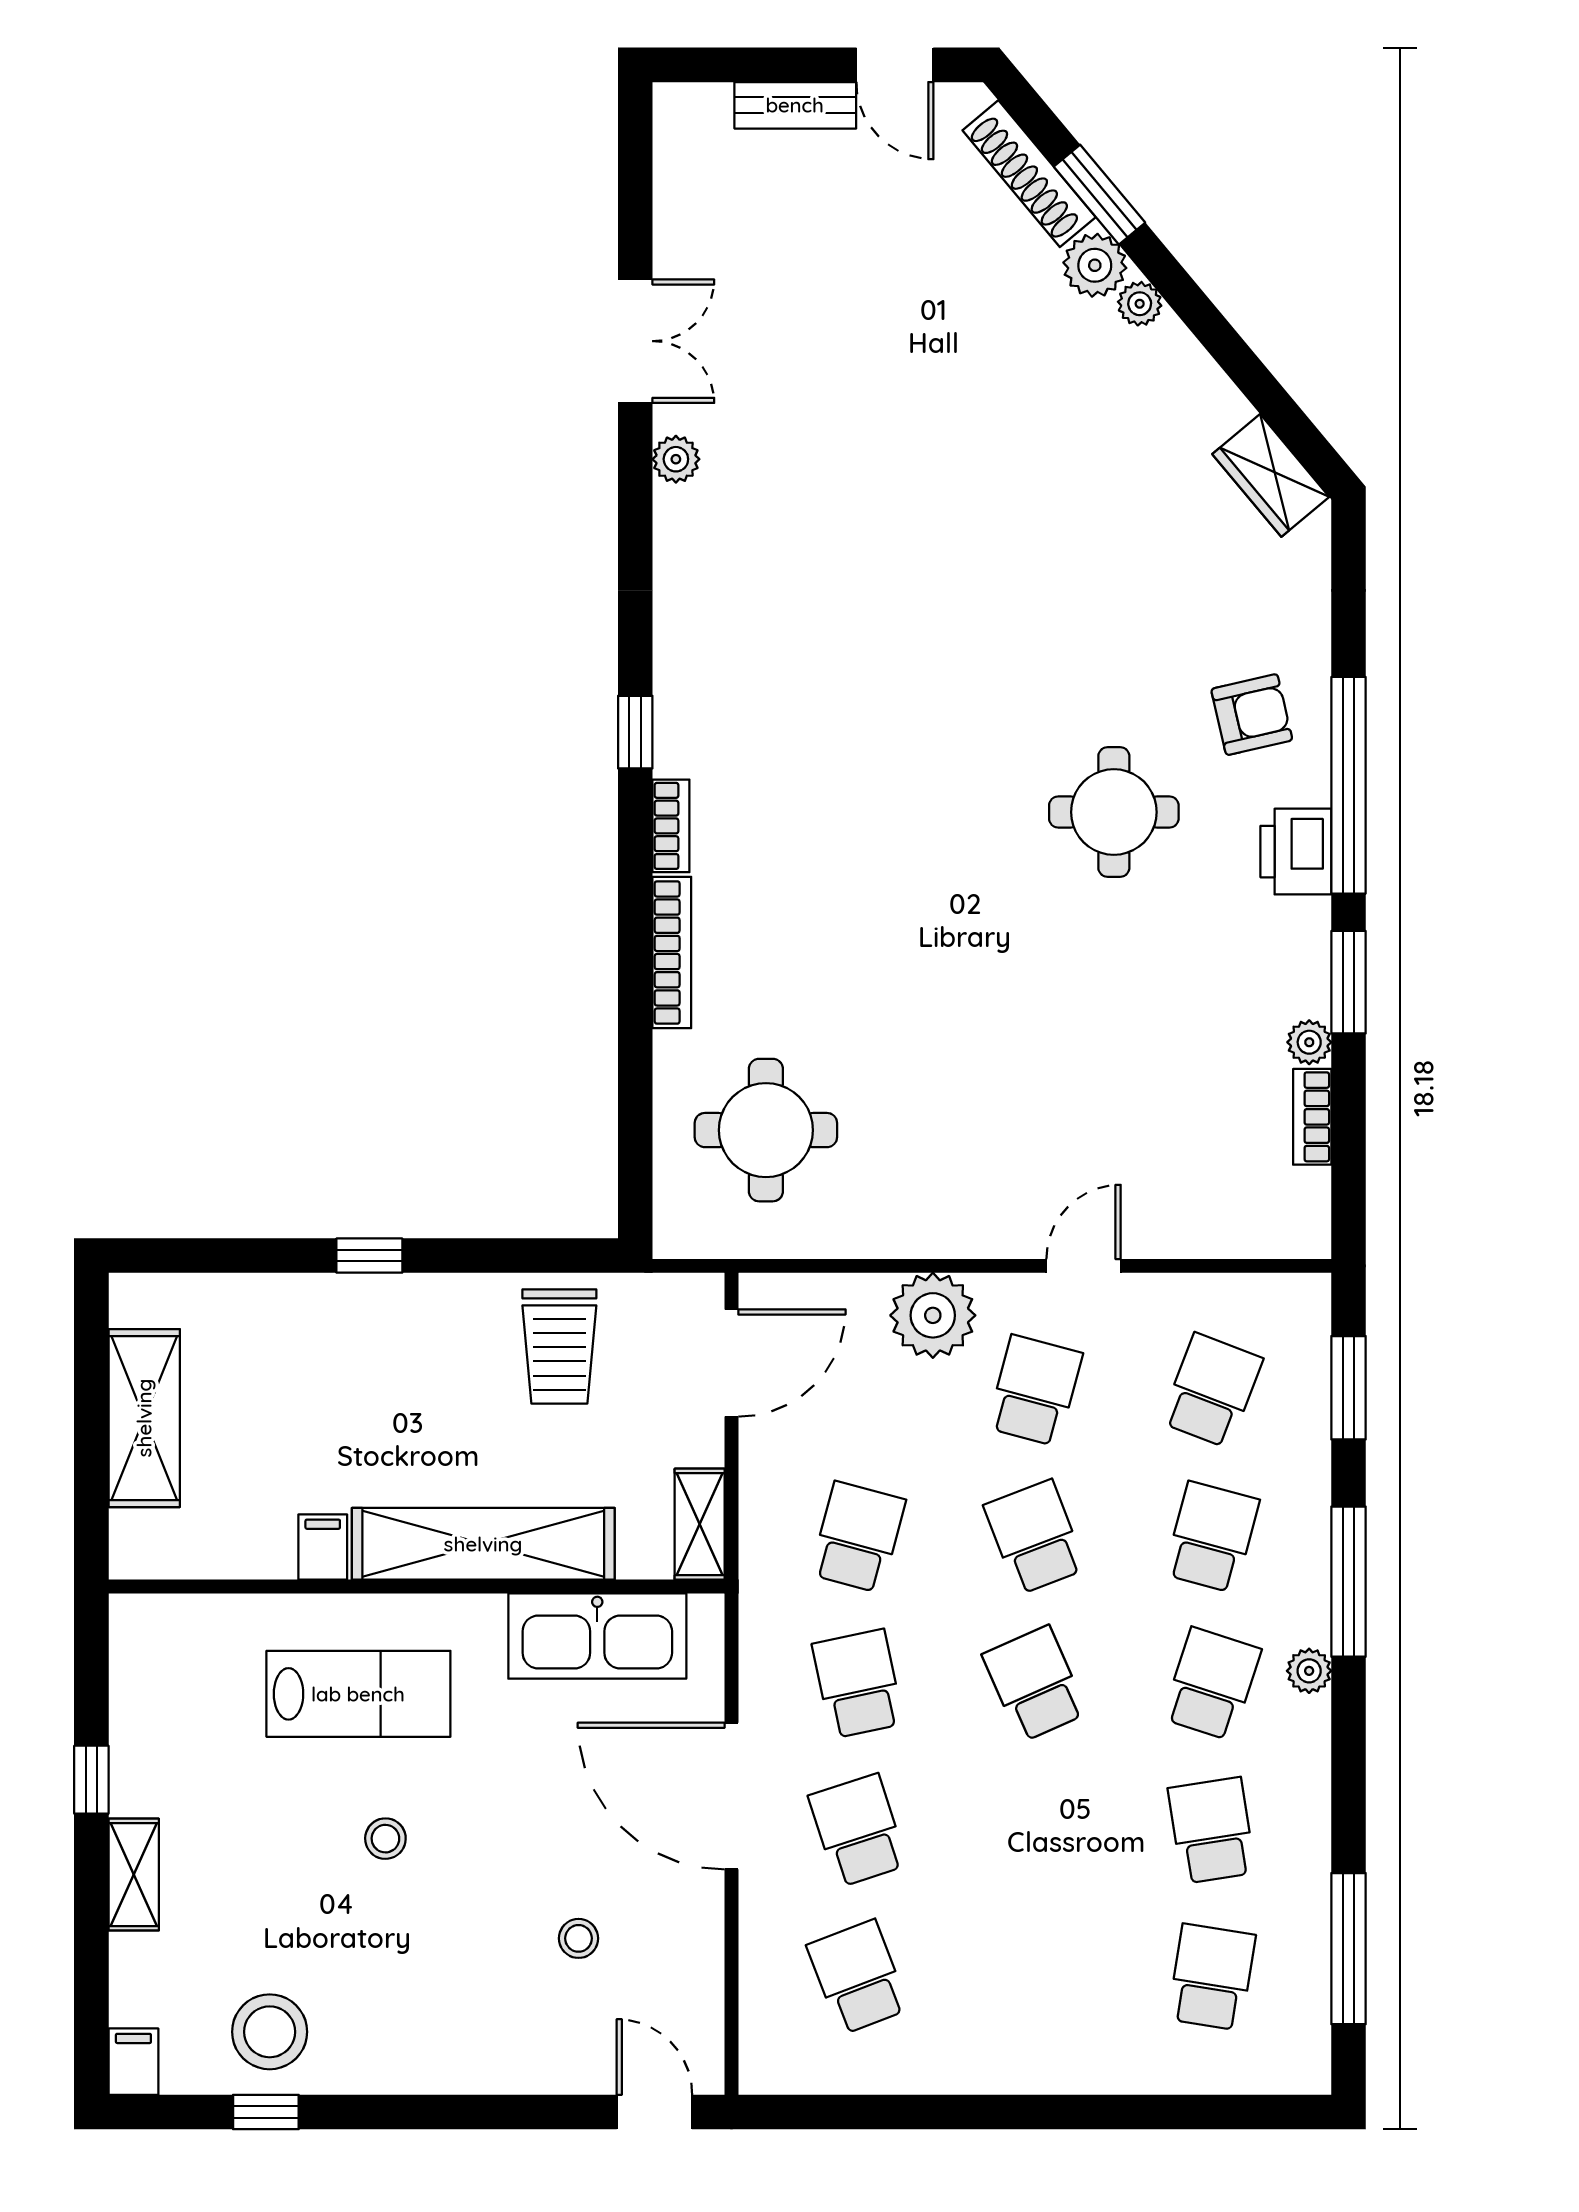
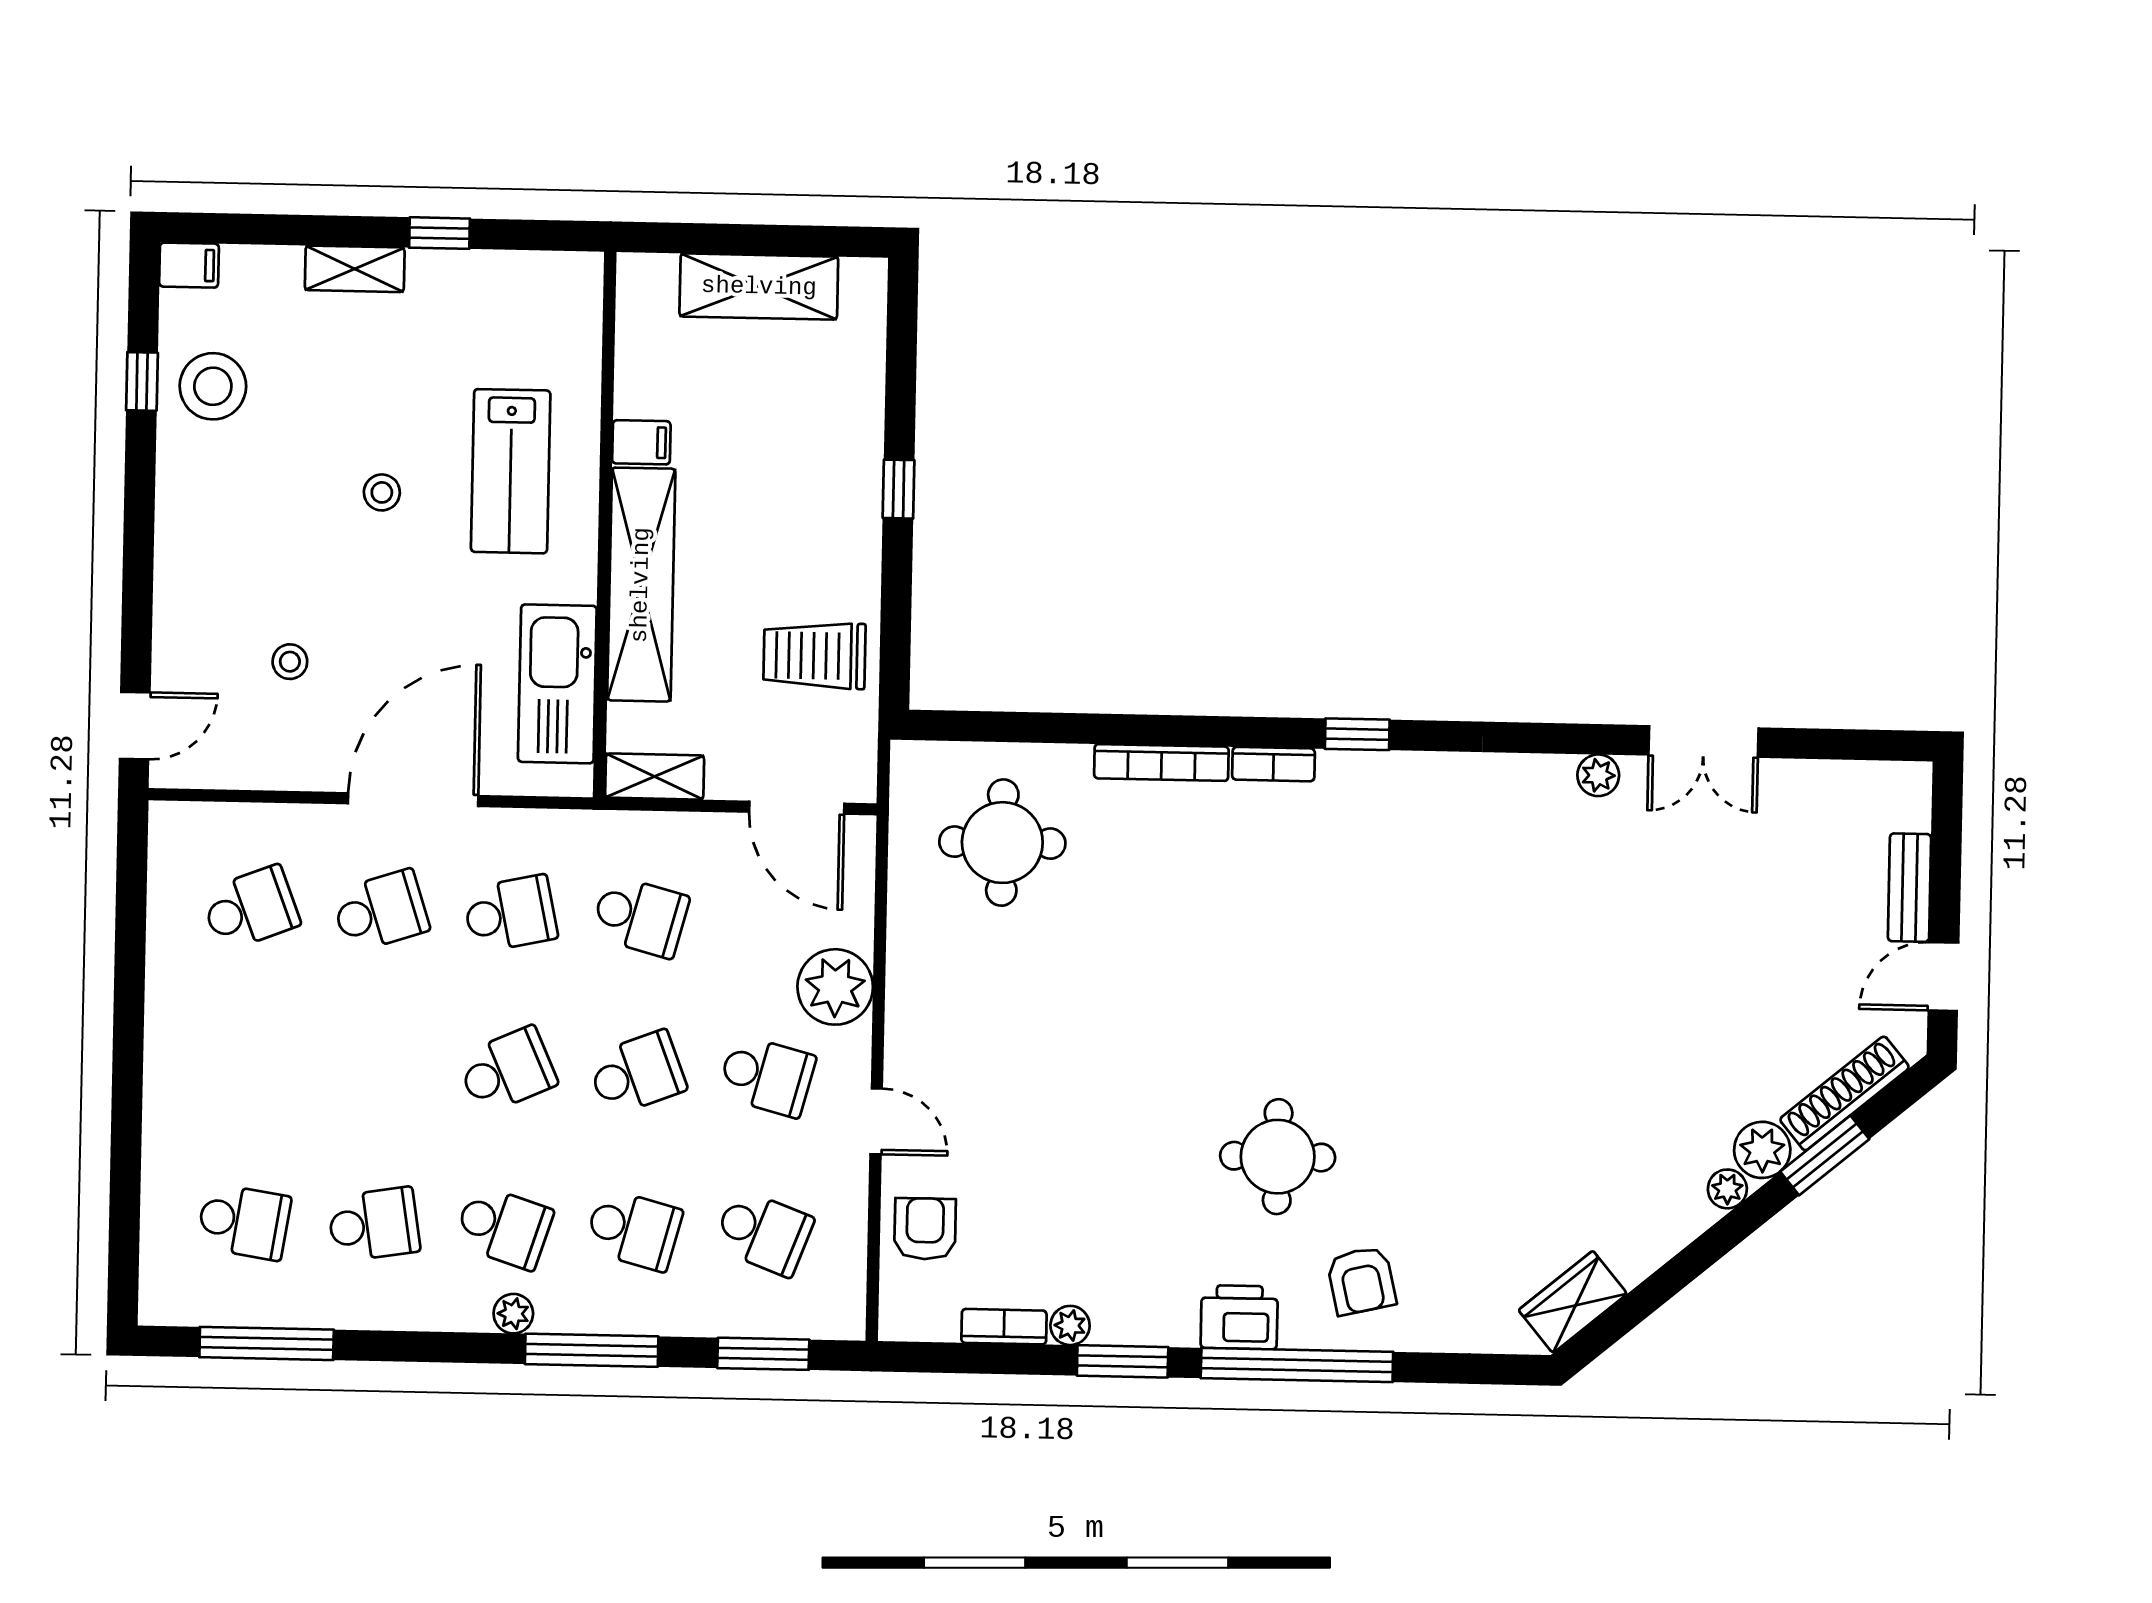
armchair: (1204, 1208) -> (925, 1229), added

